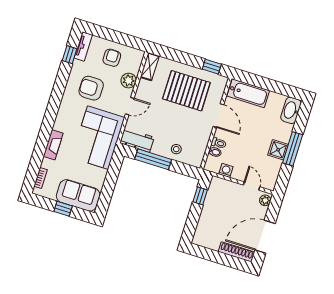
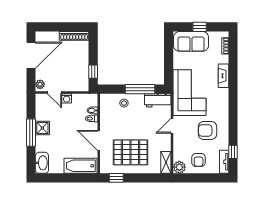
plant: (129, 81) -> (179, 167), moved
armchair: (91, 88) -> (207, 130), turned 180
washing machine: (226, 170) -> (67, 98), moved
shoe rack: (236, 252) -> (74, 36), moved

